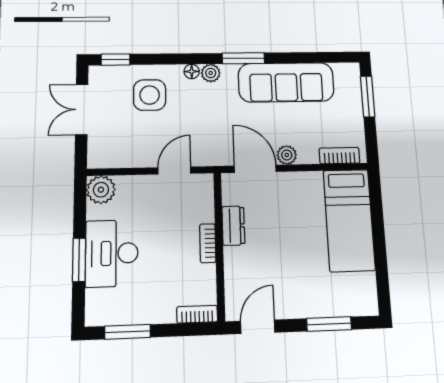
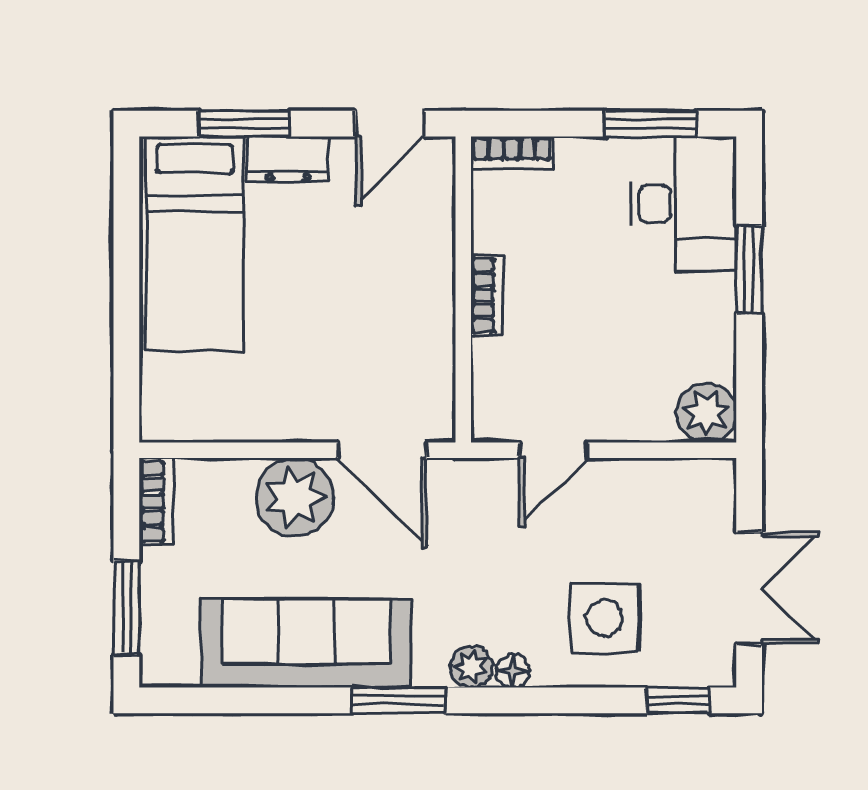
plant: (287, 155) -> (295, 497), width x1.88, depth x1.88
bookcase: (339, 156) -> (157, 501), moved, turned -90
bed: (349, 220) -> (195, 244), moved, turned 180
dresser: (233, 226) -> (288, 159), moved, turned -90
desk: (112, 253) -> (683, 204), moved

